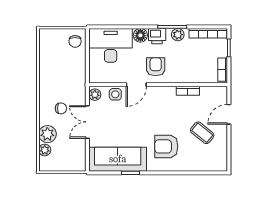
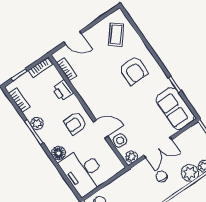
bookcase: (208, 33) -> (19, 100), width x0.64
printer: (157, 36) -> (63, 90), moved, turned 180
bookcase: (188, 91) -> (66, 69), moved
coffee table: (202, 133) -> (116, 35), moved
sofa: (118, 159) -> (175, 109), width x0.73

